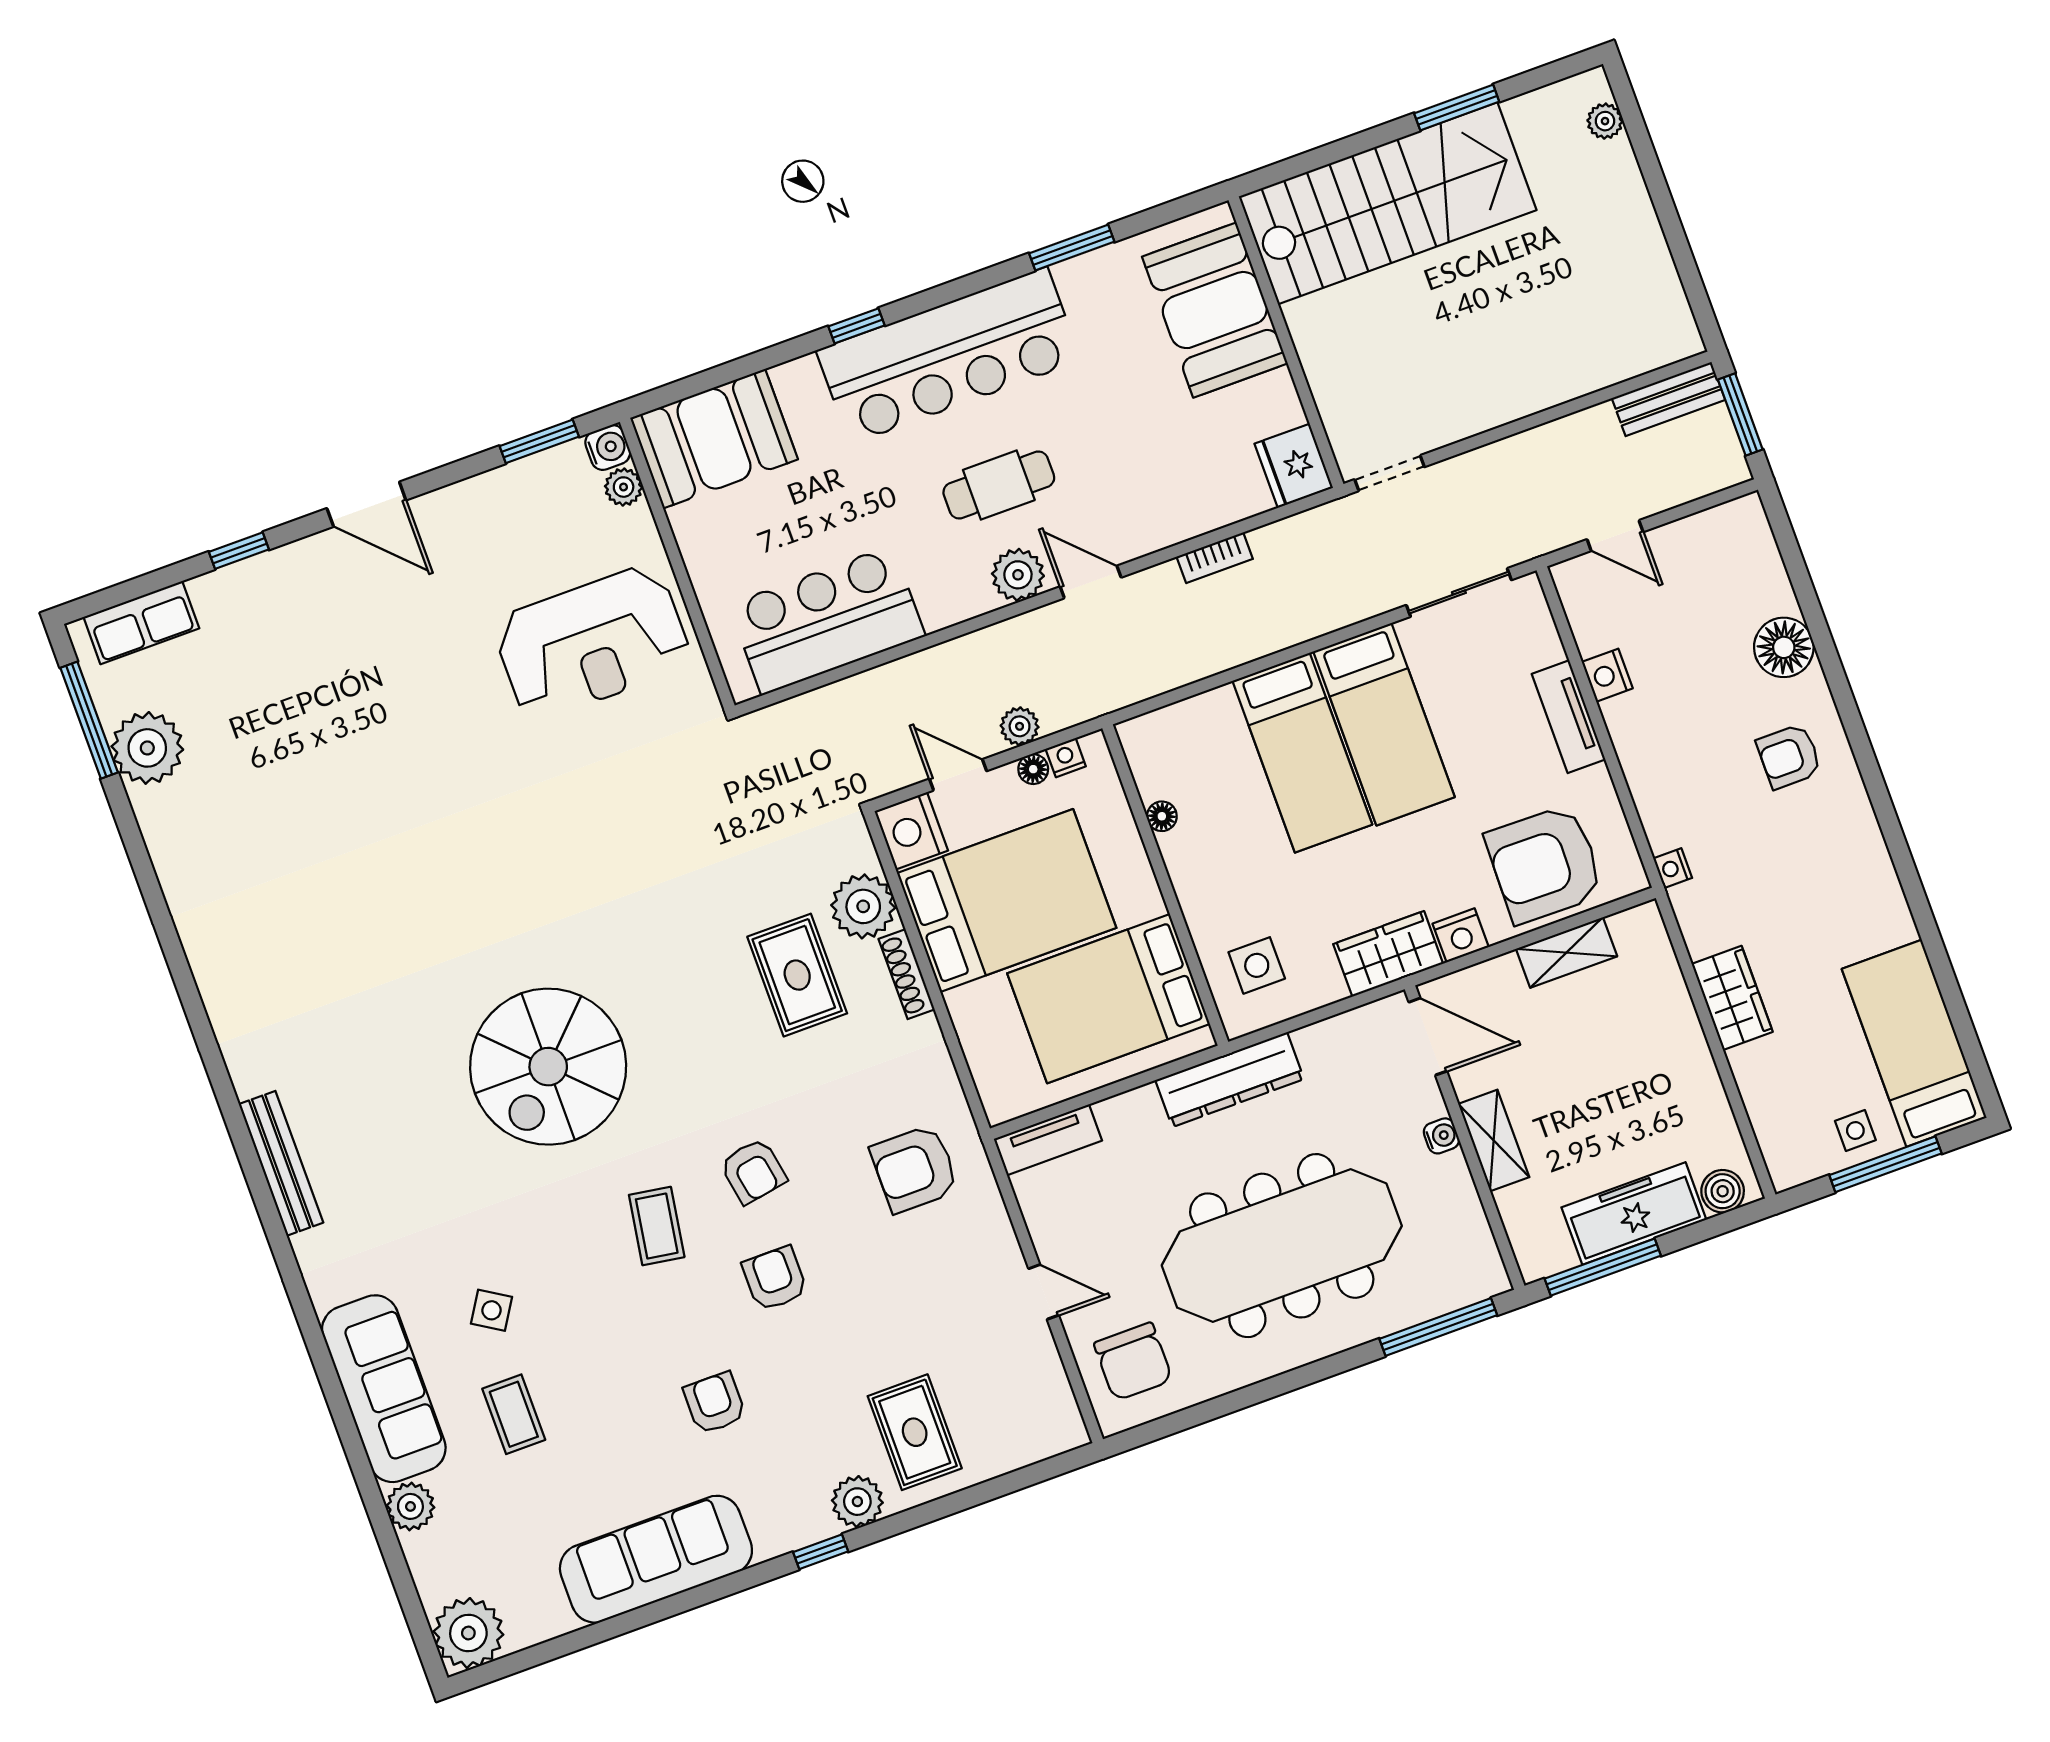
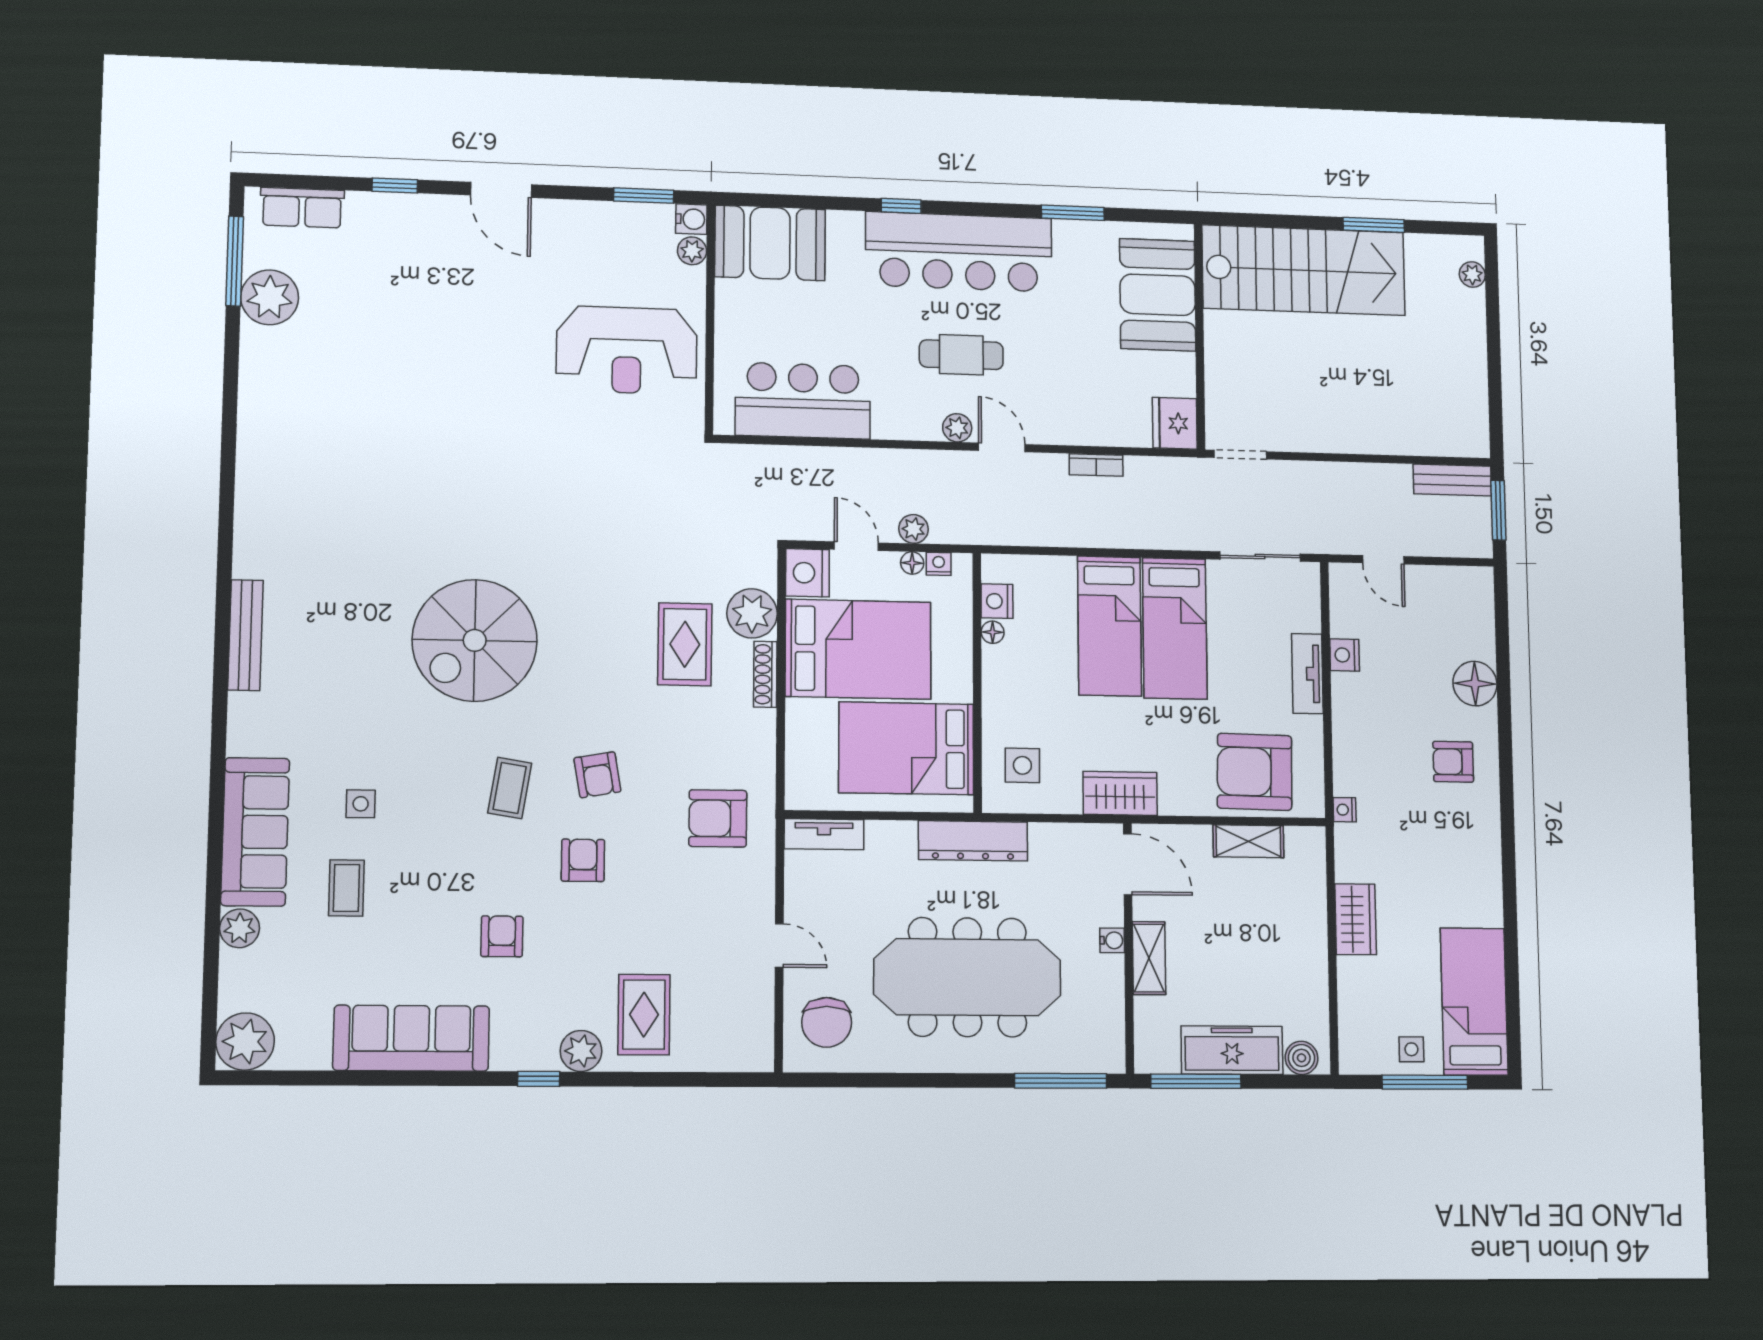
plant: (1018, 575) -> (957, 428), width x0.73, depth x0.73
nightstand: (1461, 935) -> (997, 601), moved, turned 90
side table: (491, 1310) -> (361, 804), turned -32

